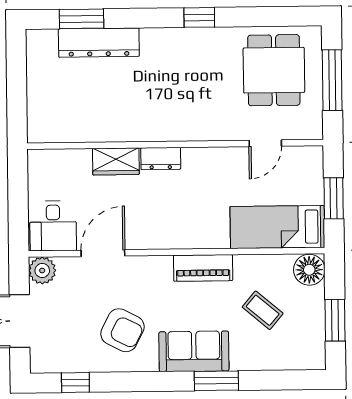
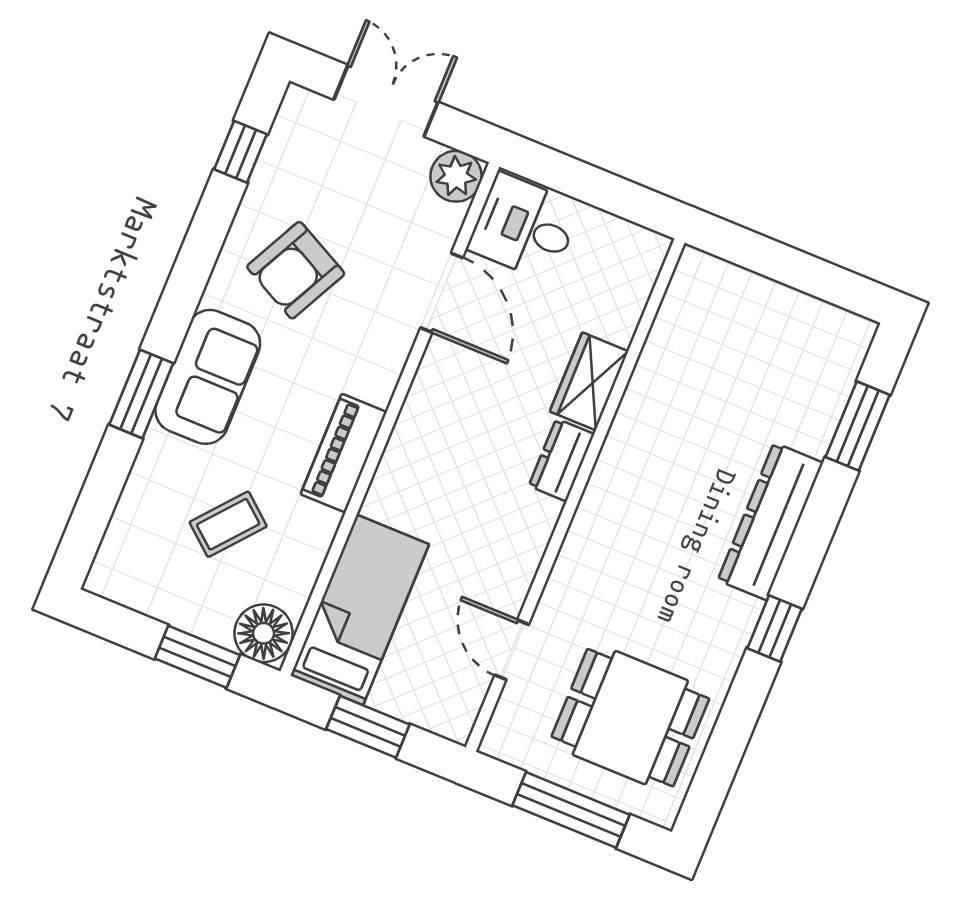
dresser: (99, 43) -> (770, 521), moved
window: (335, 320) -> (197, 657), moved

